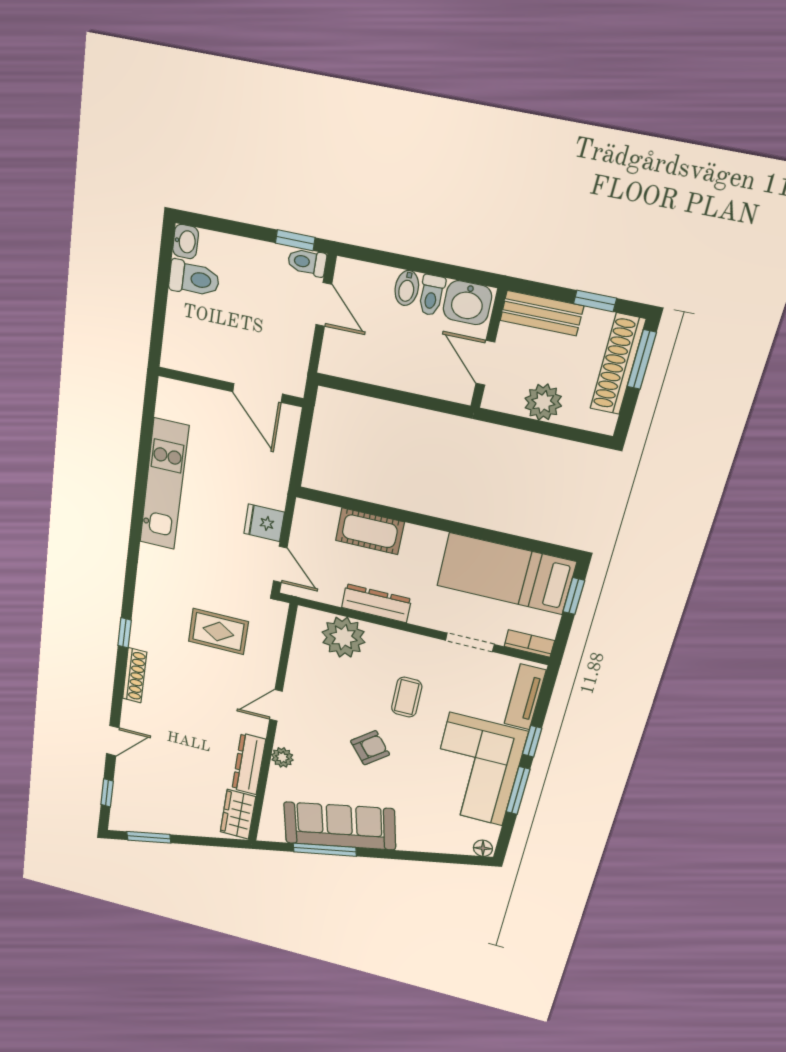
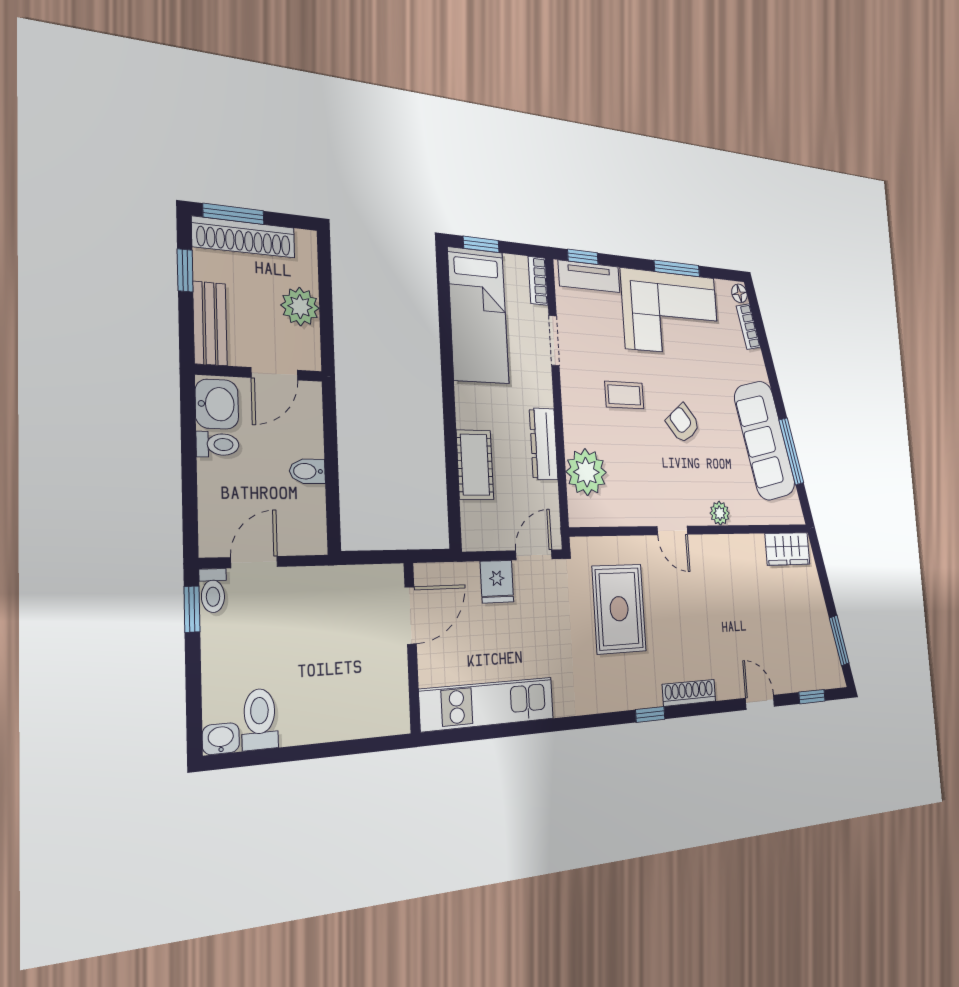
bidet: (407, 288) -> (307, 471), moved, turned 180
wall: (230, 387) -> (412, 647), moved
door: (257, 393) -> (411, 615), moved
rug: (218, 632) -> (619, 609), width x1.36, depth x1.43
window: (532, 741) -> (583, 257), moved
dresser: (249, 764) -> (737, 548), removed
bookcase: (449, 846) -> (748, 327), added

